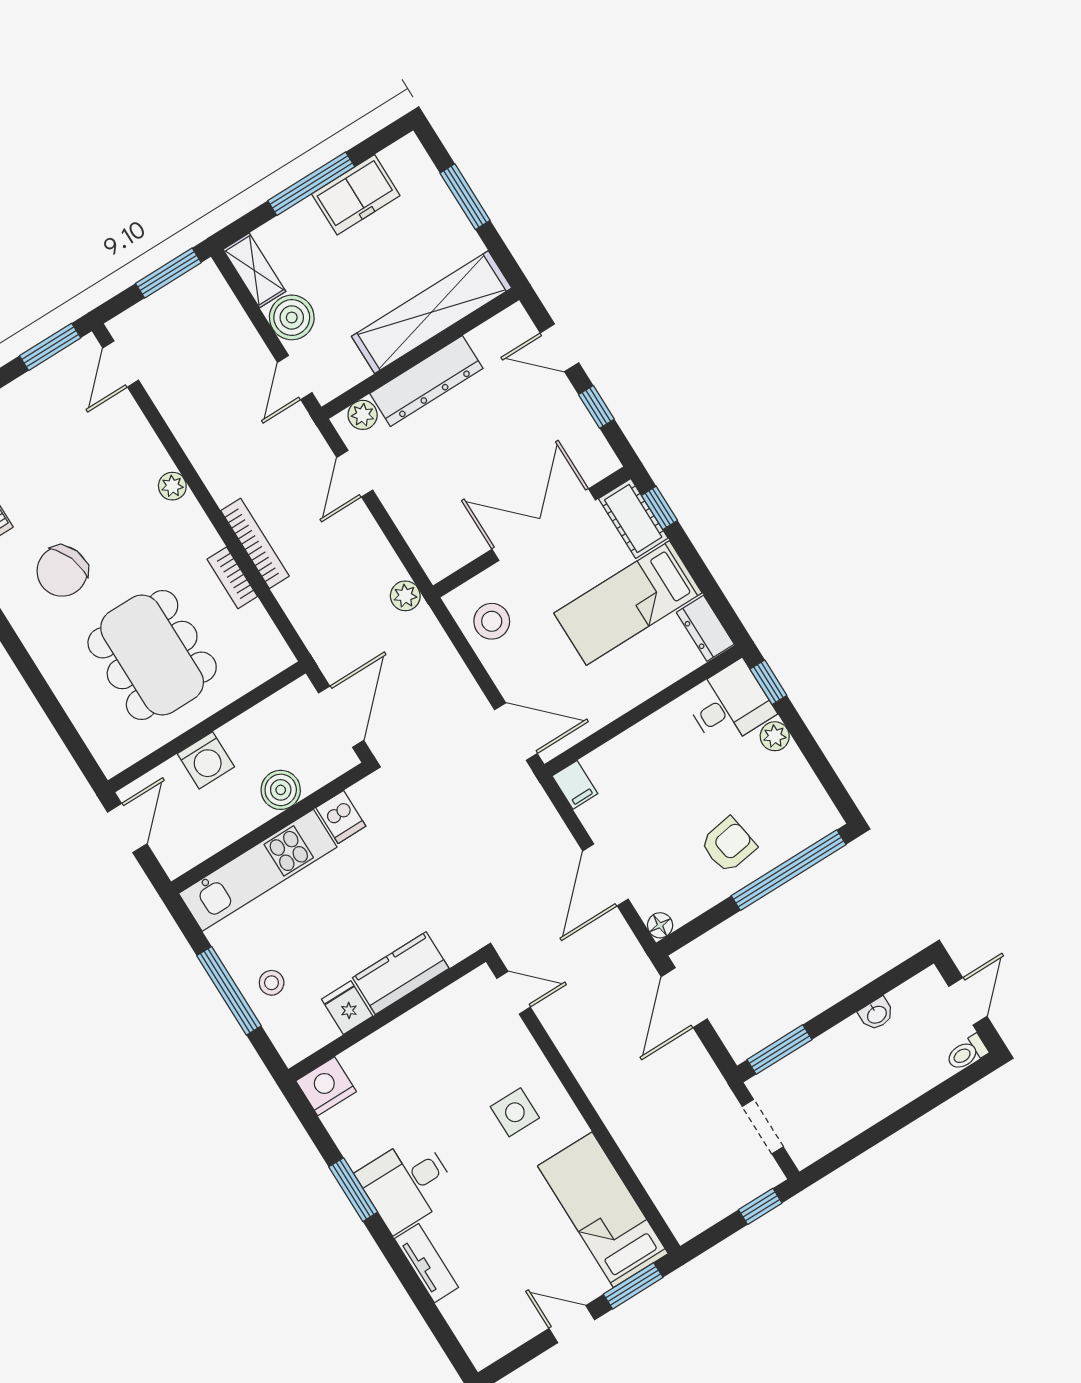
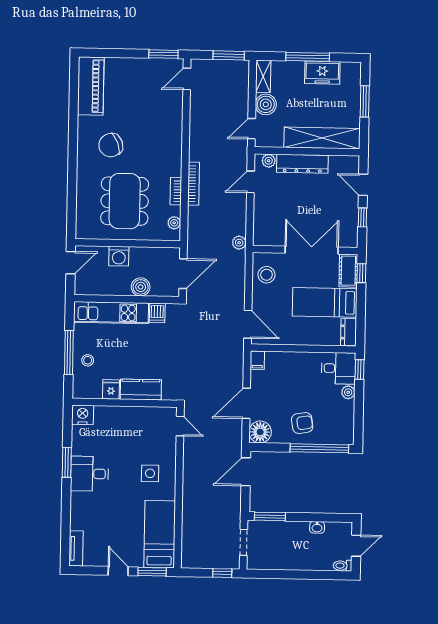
plant: (172, 486) -> (174, 223), moved
floor lamp: (660, 925) -> (260, 432), width x1.89, depth x1.89
tv unit: (426, 1263) -> (76, 548), moved

